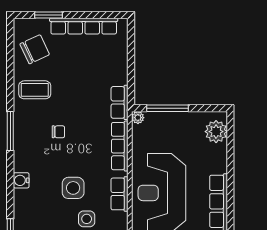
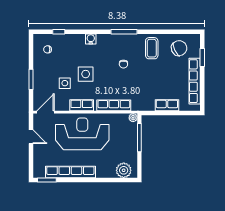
chair: (35, 49) -> (179, 48), turned -90
row of seats: (120, 102) -> (167, 105), moved

